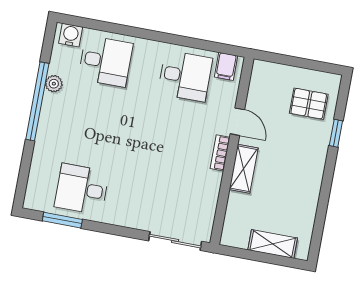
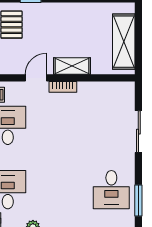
sliding door: (175, 241) -> (138, 132), moved
shelving: (273, 244) -> (124, 42), width x1.50, depth x1.33

